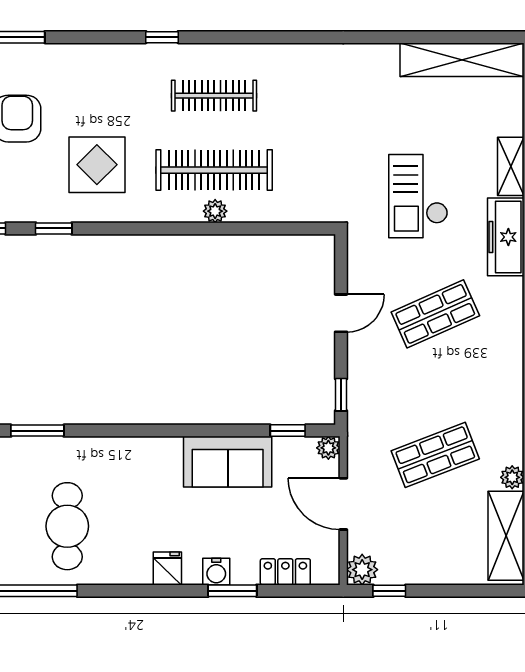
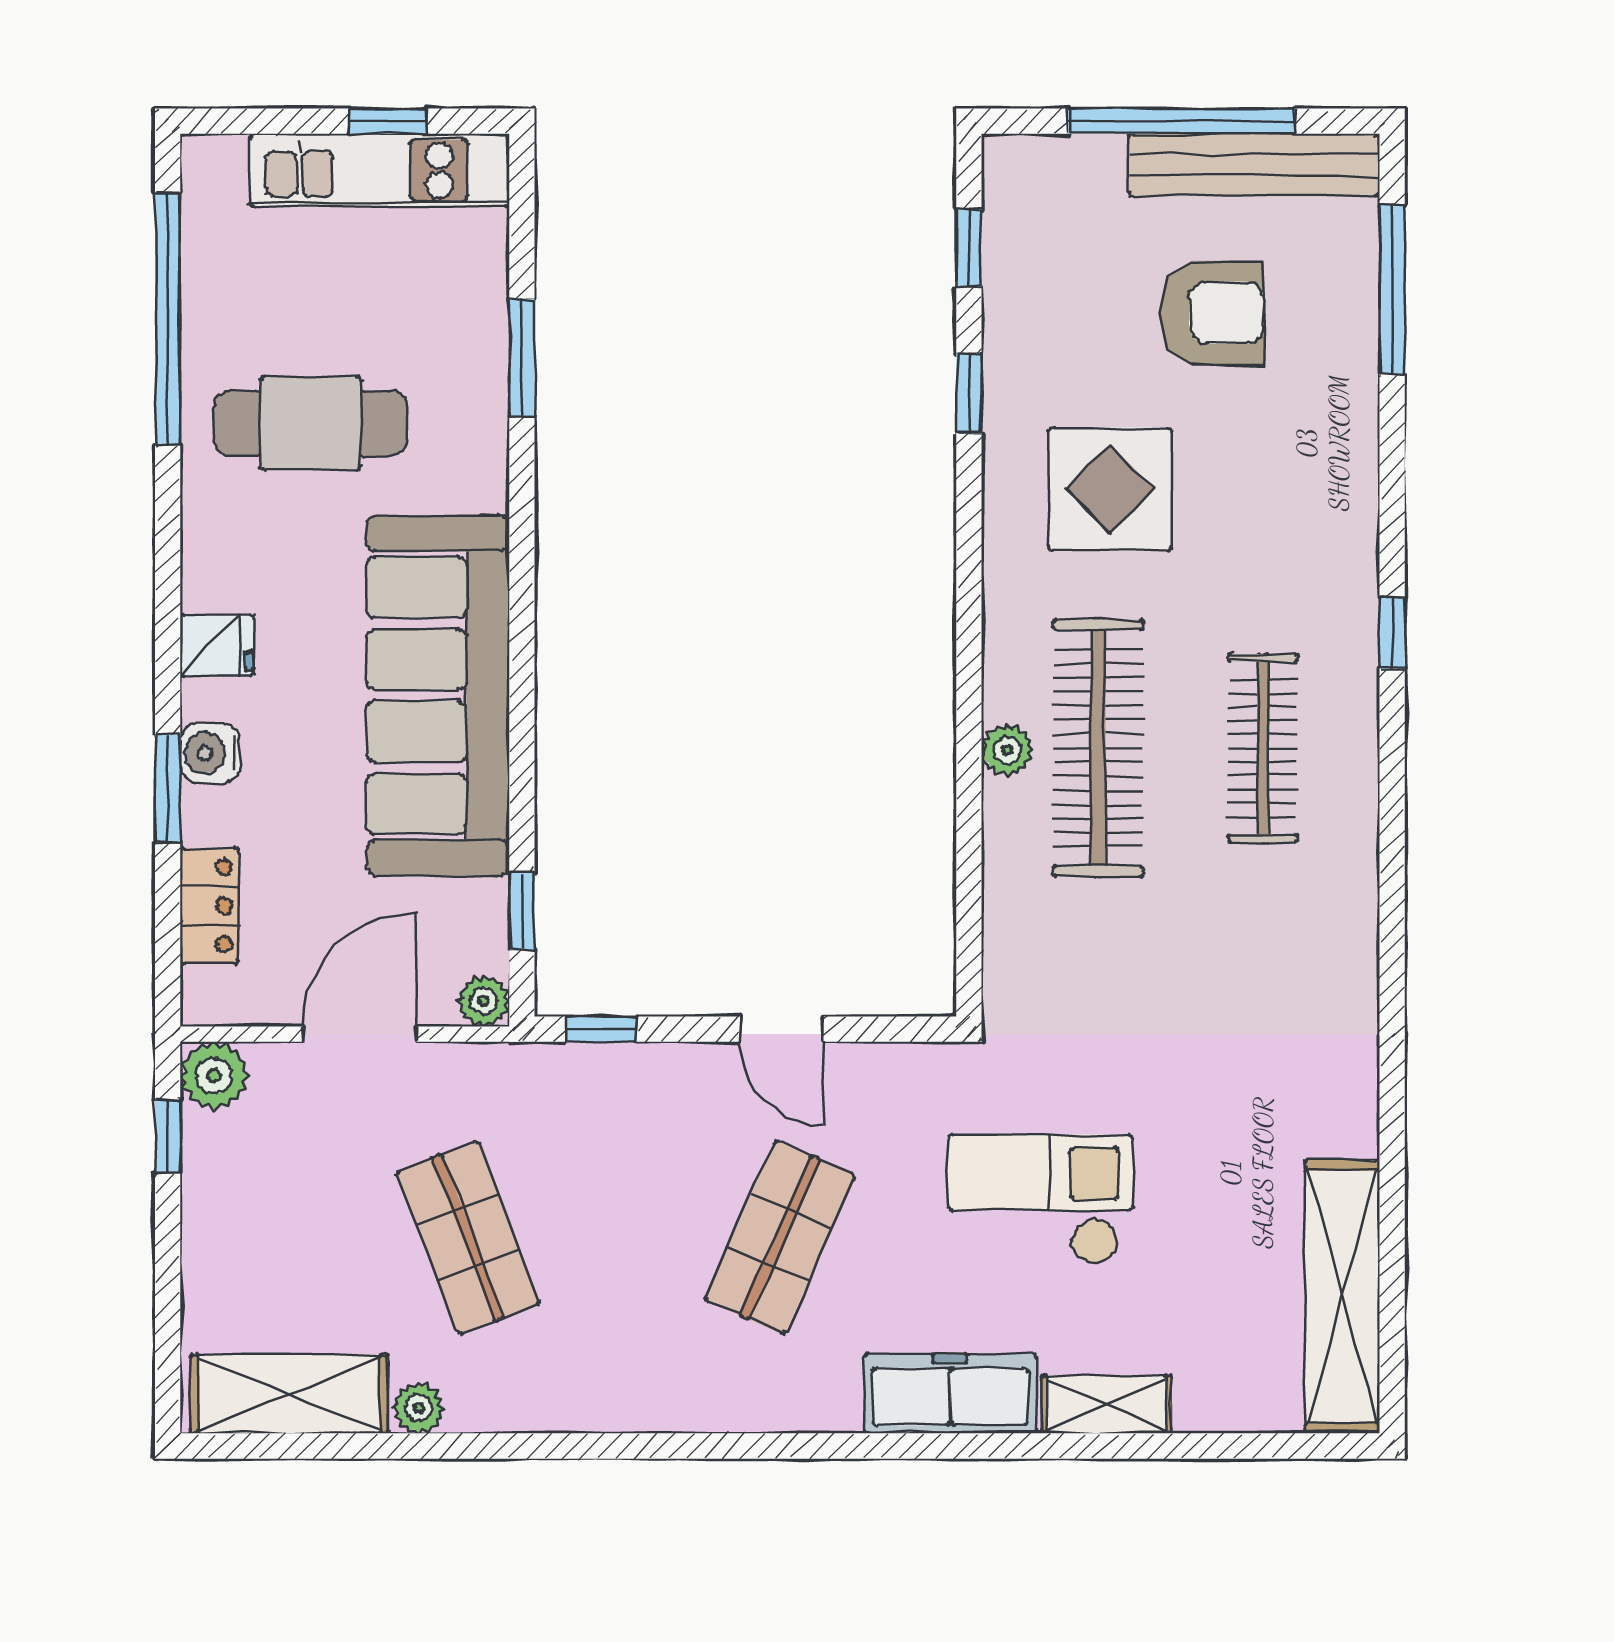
shop shelf: (435, 314) -> (780, 1238), turned 48
sofa: (228, 462) -> (438, 695), width x1.85, depth x1.27

